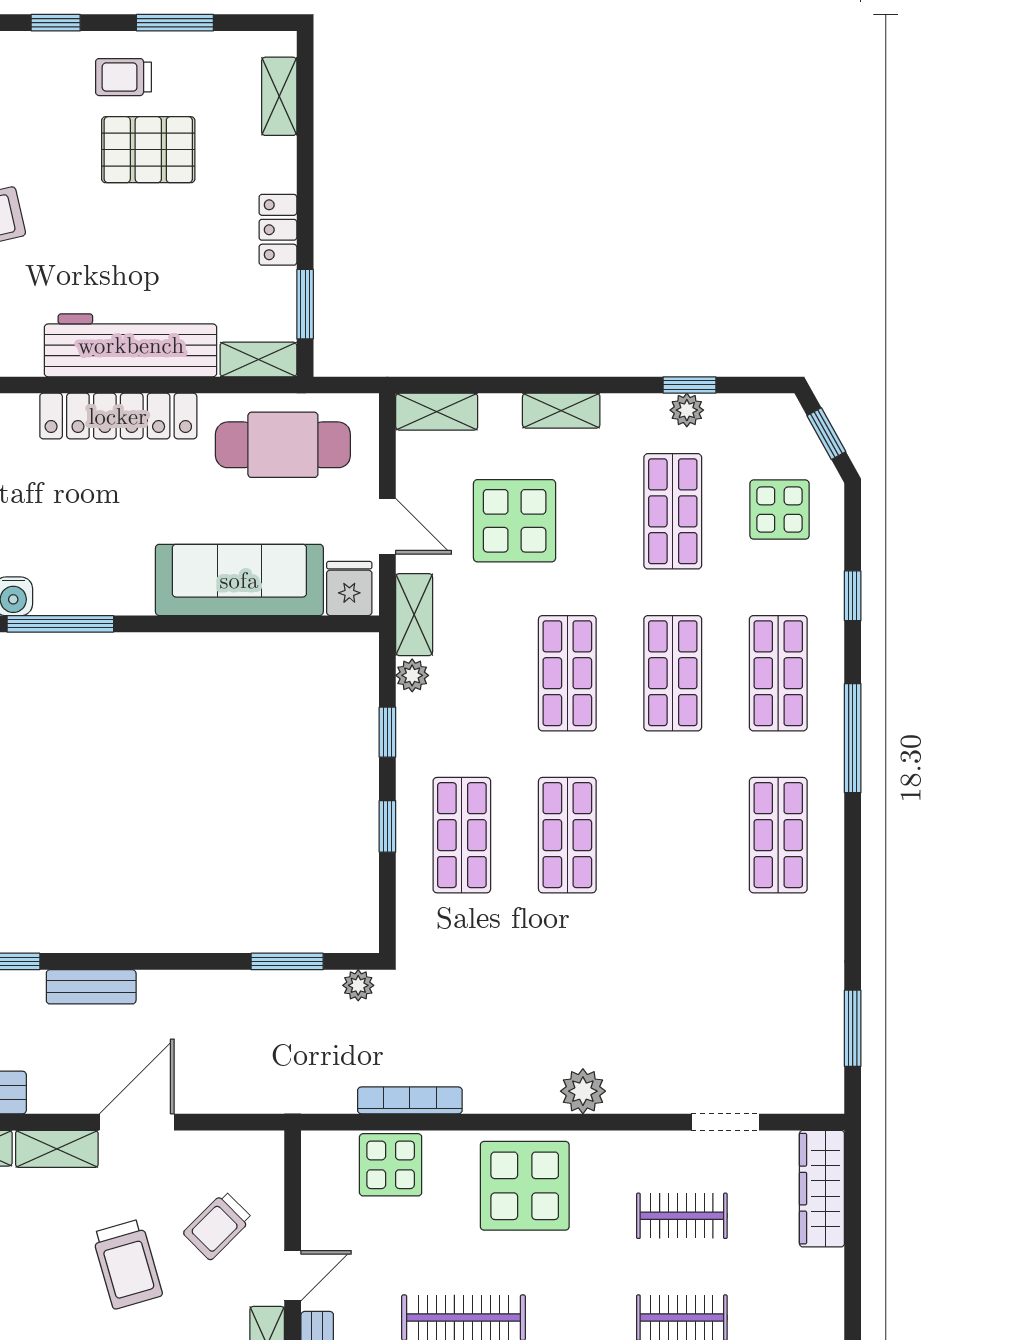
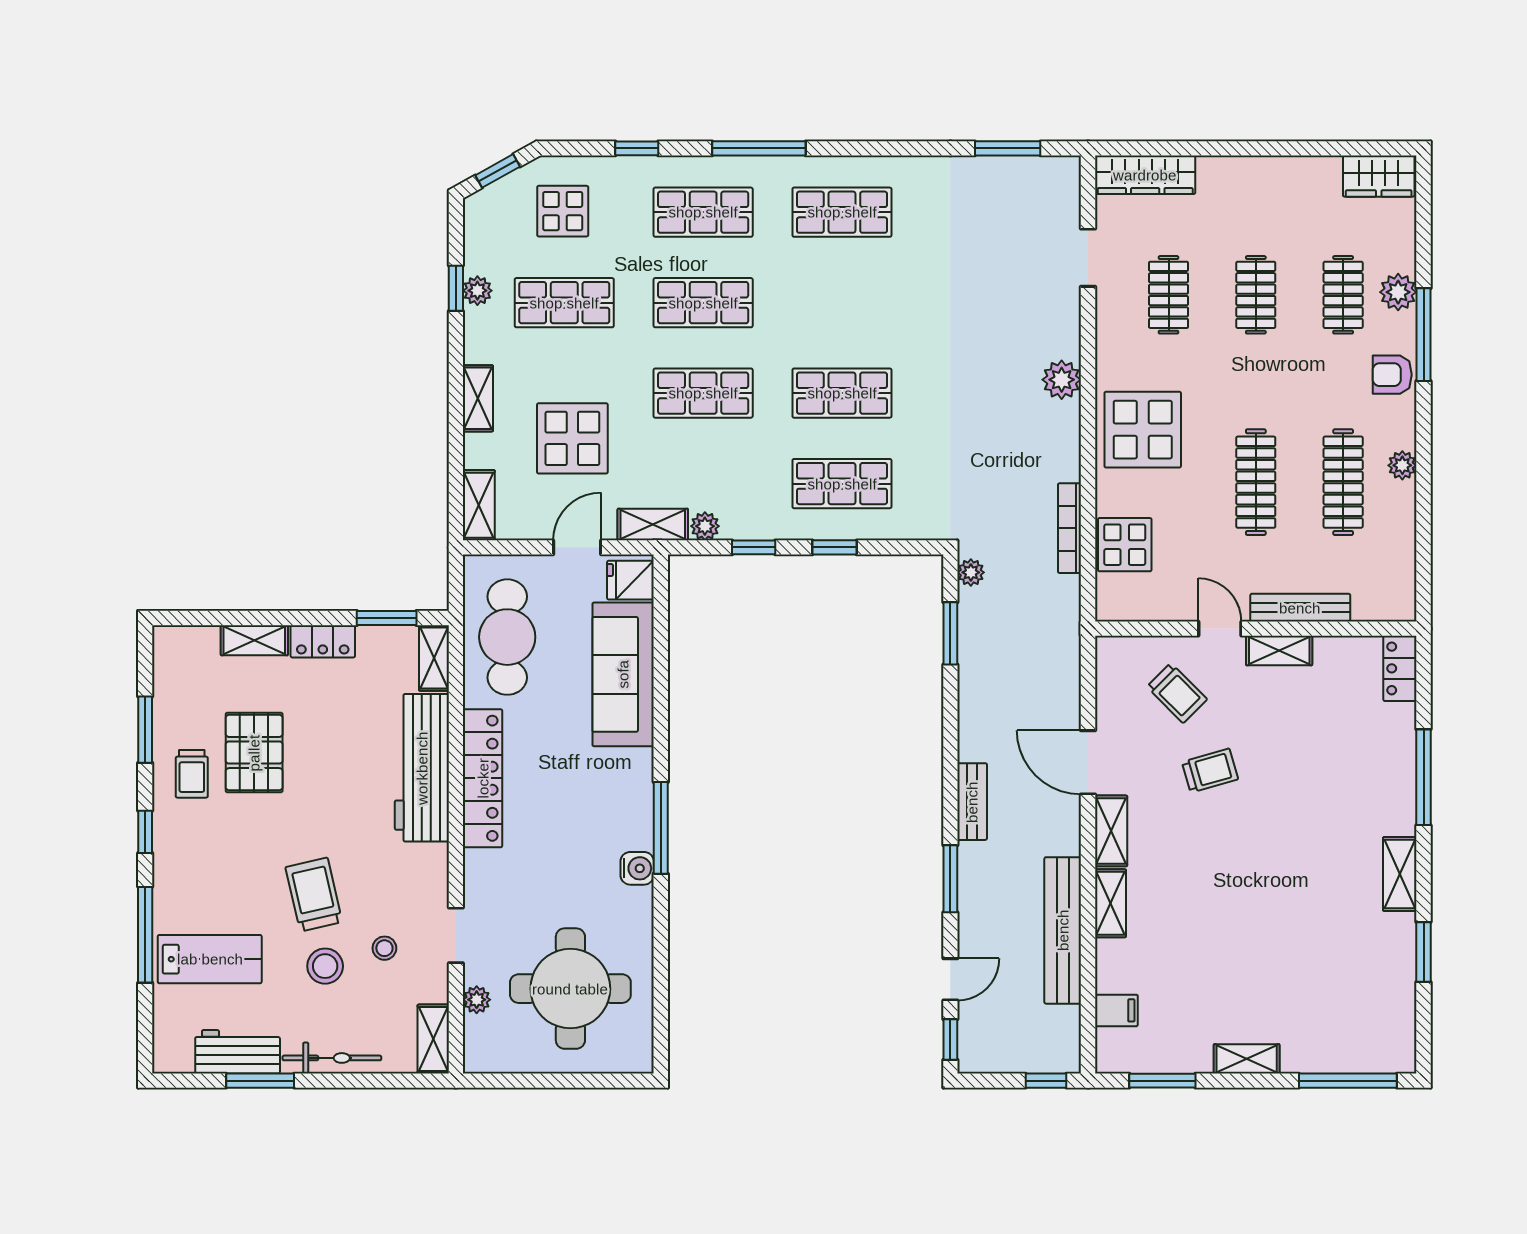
shelving: (279, 96) -> (254, 640), moved
trolley: (127, 1264) -> (1210, 771), width x0.73, depth x0.72

